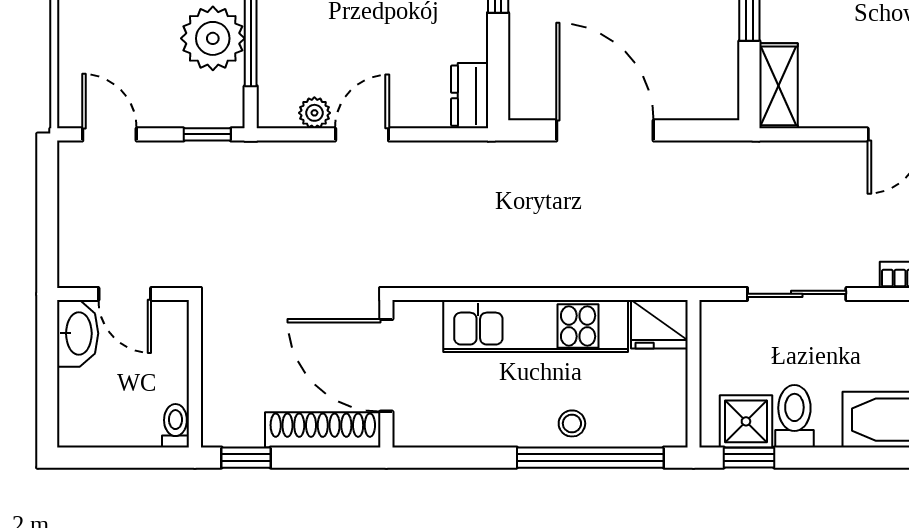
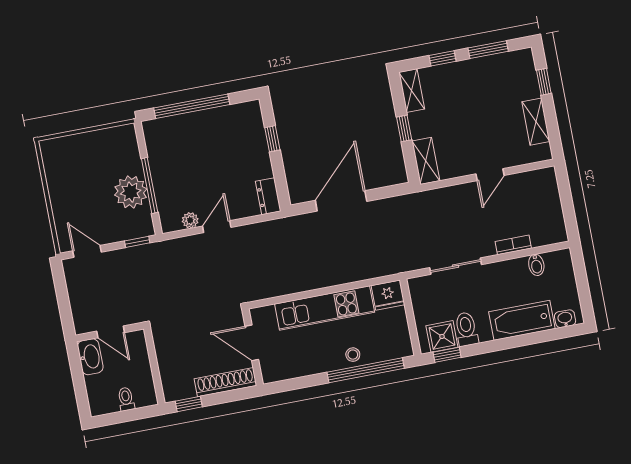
door: (605, 130) -> (341, 201), hinge flipped
door: (386, 365) -> (252, 343), width x0.73
toilet: (175, 426) -> (126, 399), moved

